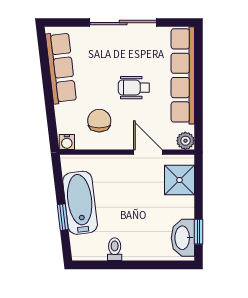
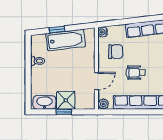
wheelchair: (134, 88) -> (136, 73), turned -90
shower: (180, 180) -> (66, 100), moved
window: (199, 232) -> (64, 112), moved

